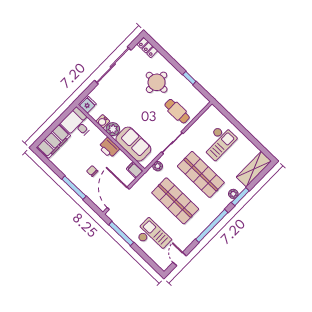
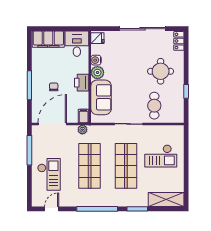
plant: (158, 166) -> (82, 130), moved
plant: (233, 194) -> (134, 202), removed

